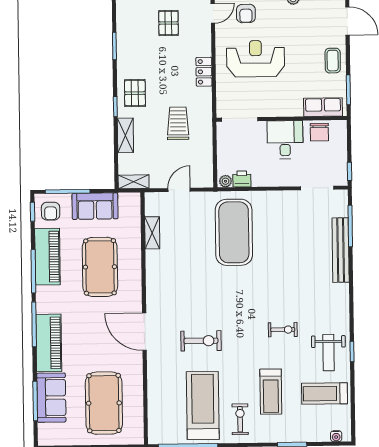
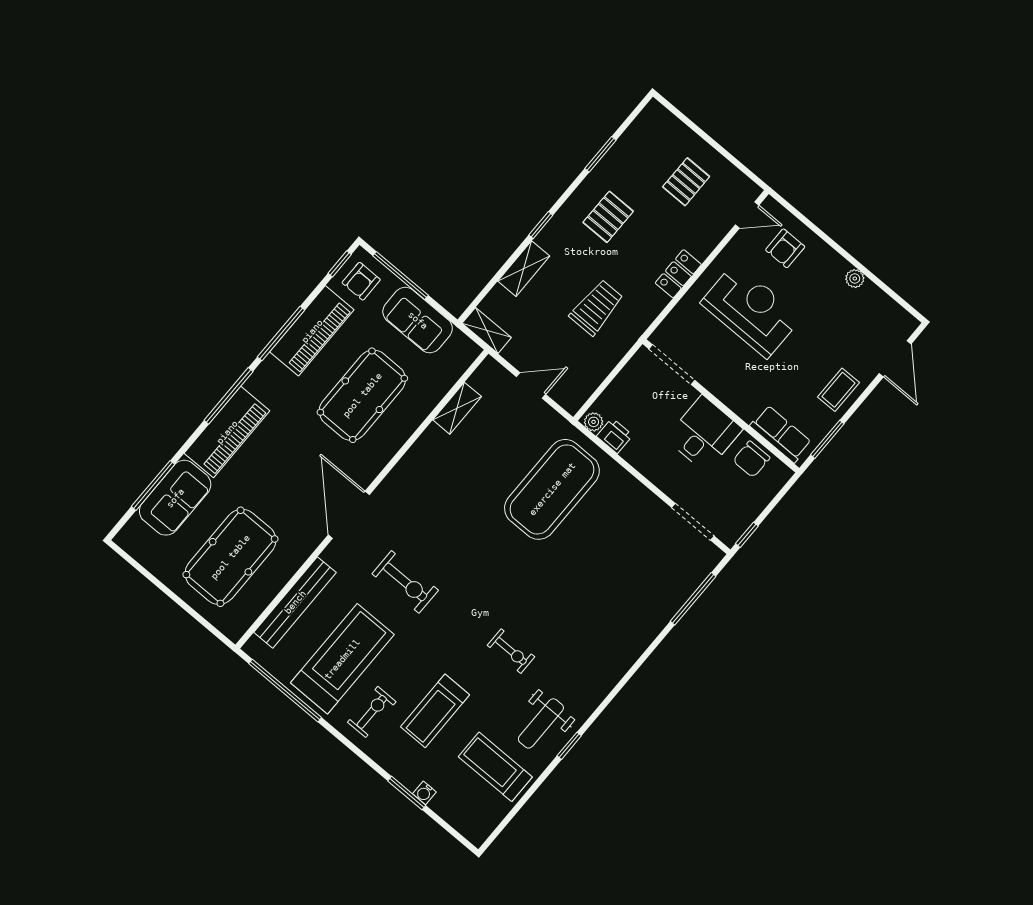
pallet: (135, 93) -> (608, 217), moved
bench: (341, 250) -> (295, 602), moved
water cooler: (336, 436) -> (424, 793), moved

